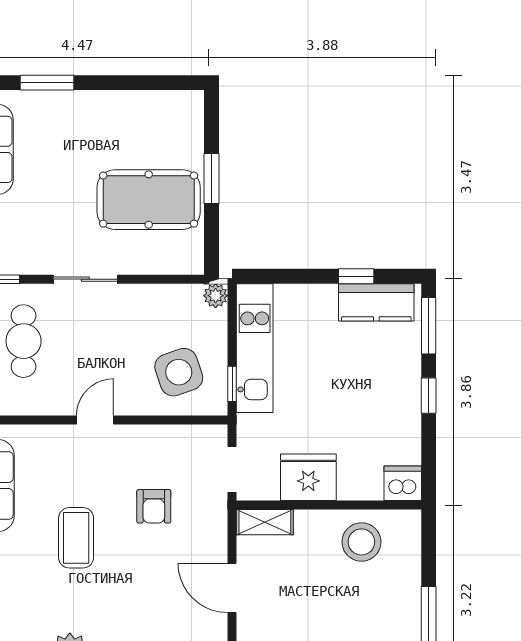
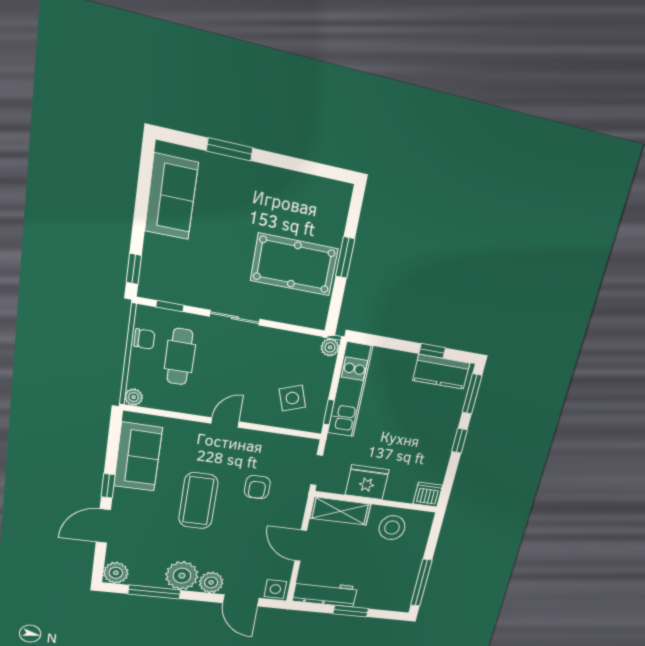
side table: (179, 372) -> (292, 398), width x0.73, depth x0.73
shelving: (265, 522) -> (340, 511), width x1.50, depth x1.33
coffee table: (76, 538) -> (198, 501), width x1.36, depth x1.32

